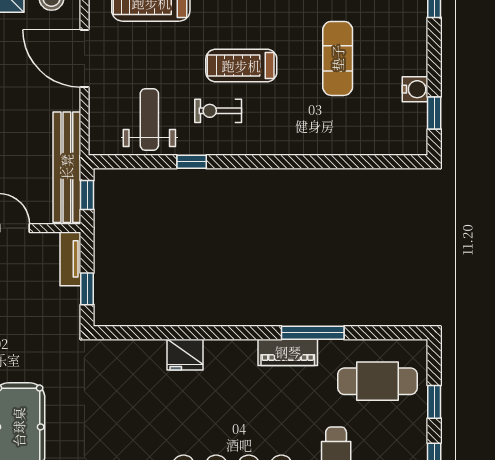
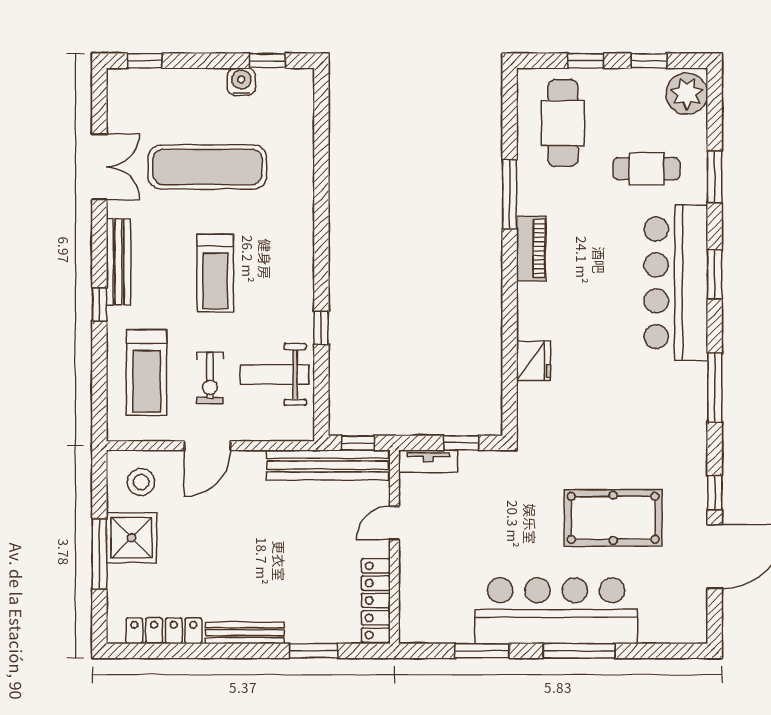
door: (84, 58) -> (207, 446), width x0.73
exercise mat: (338, 58) -> (207, 167), width x1.36, depth x1.45
exercise bike: (218, 111) -> (210, 378), moved
piano: (288, 352) -> (531, 249), moved
fridge: (185, 355) -> (534, 361), moved

